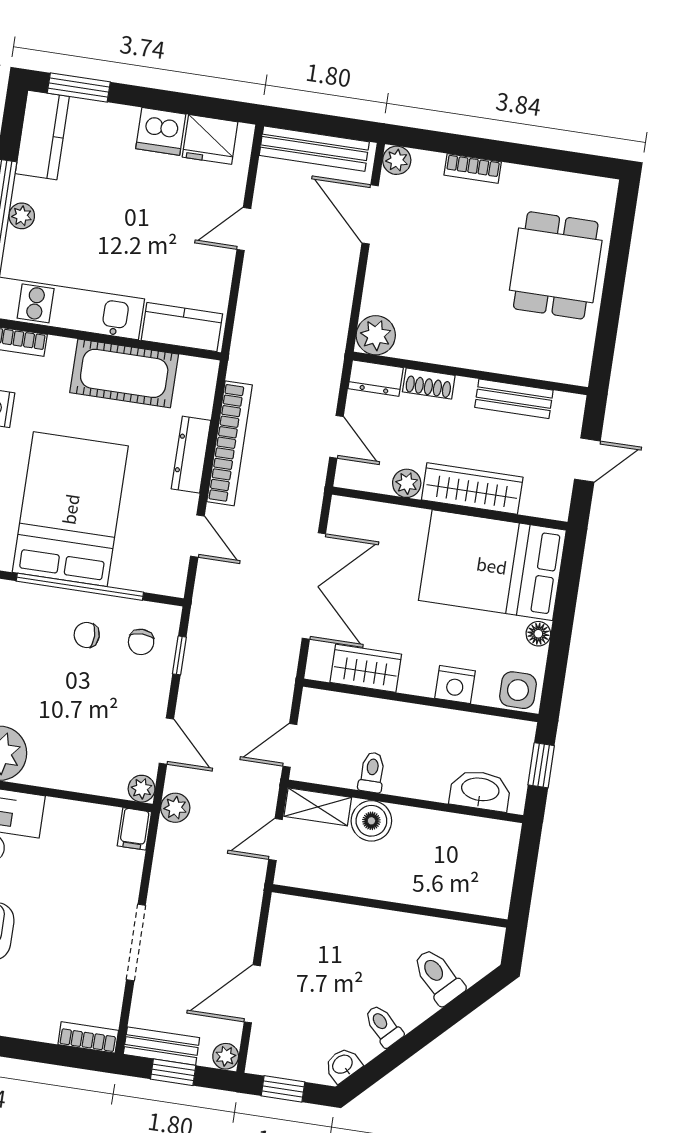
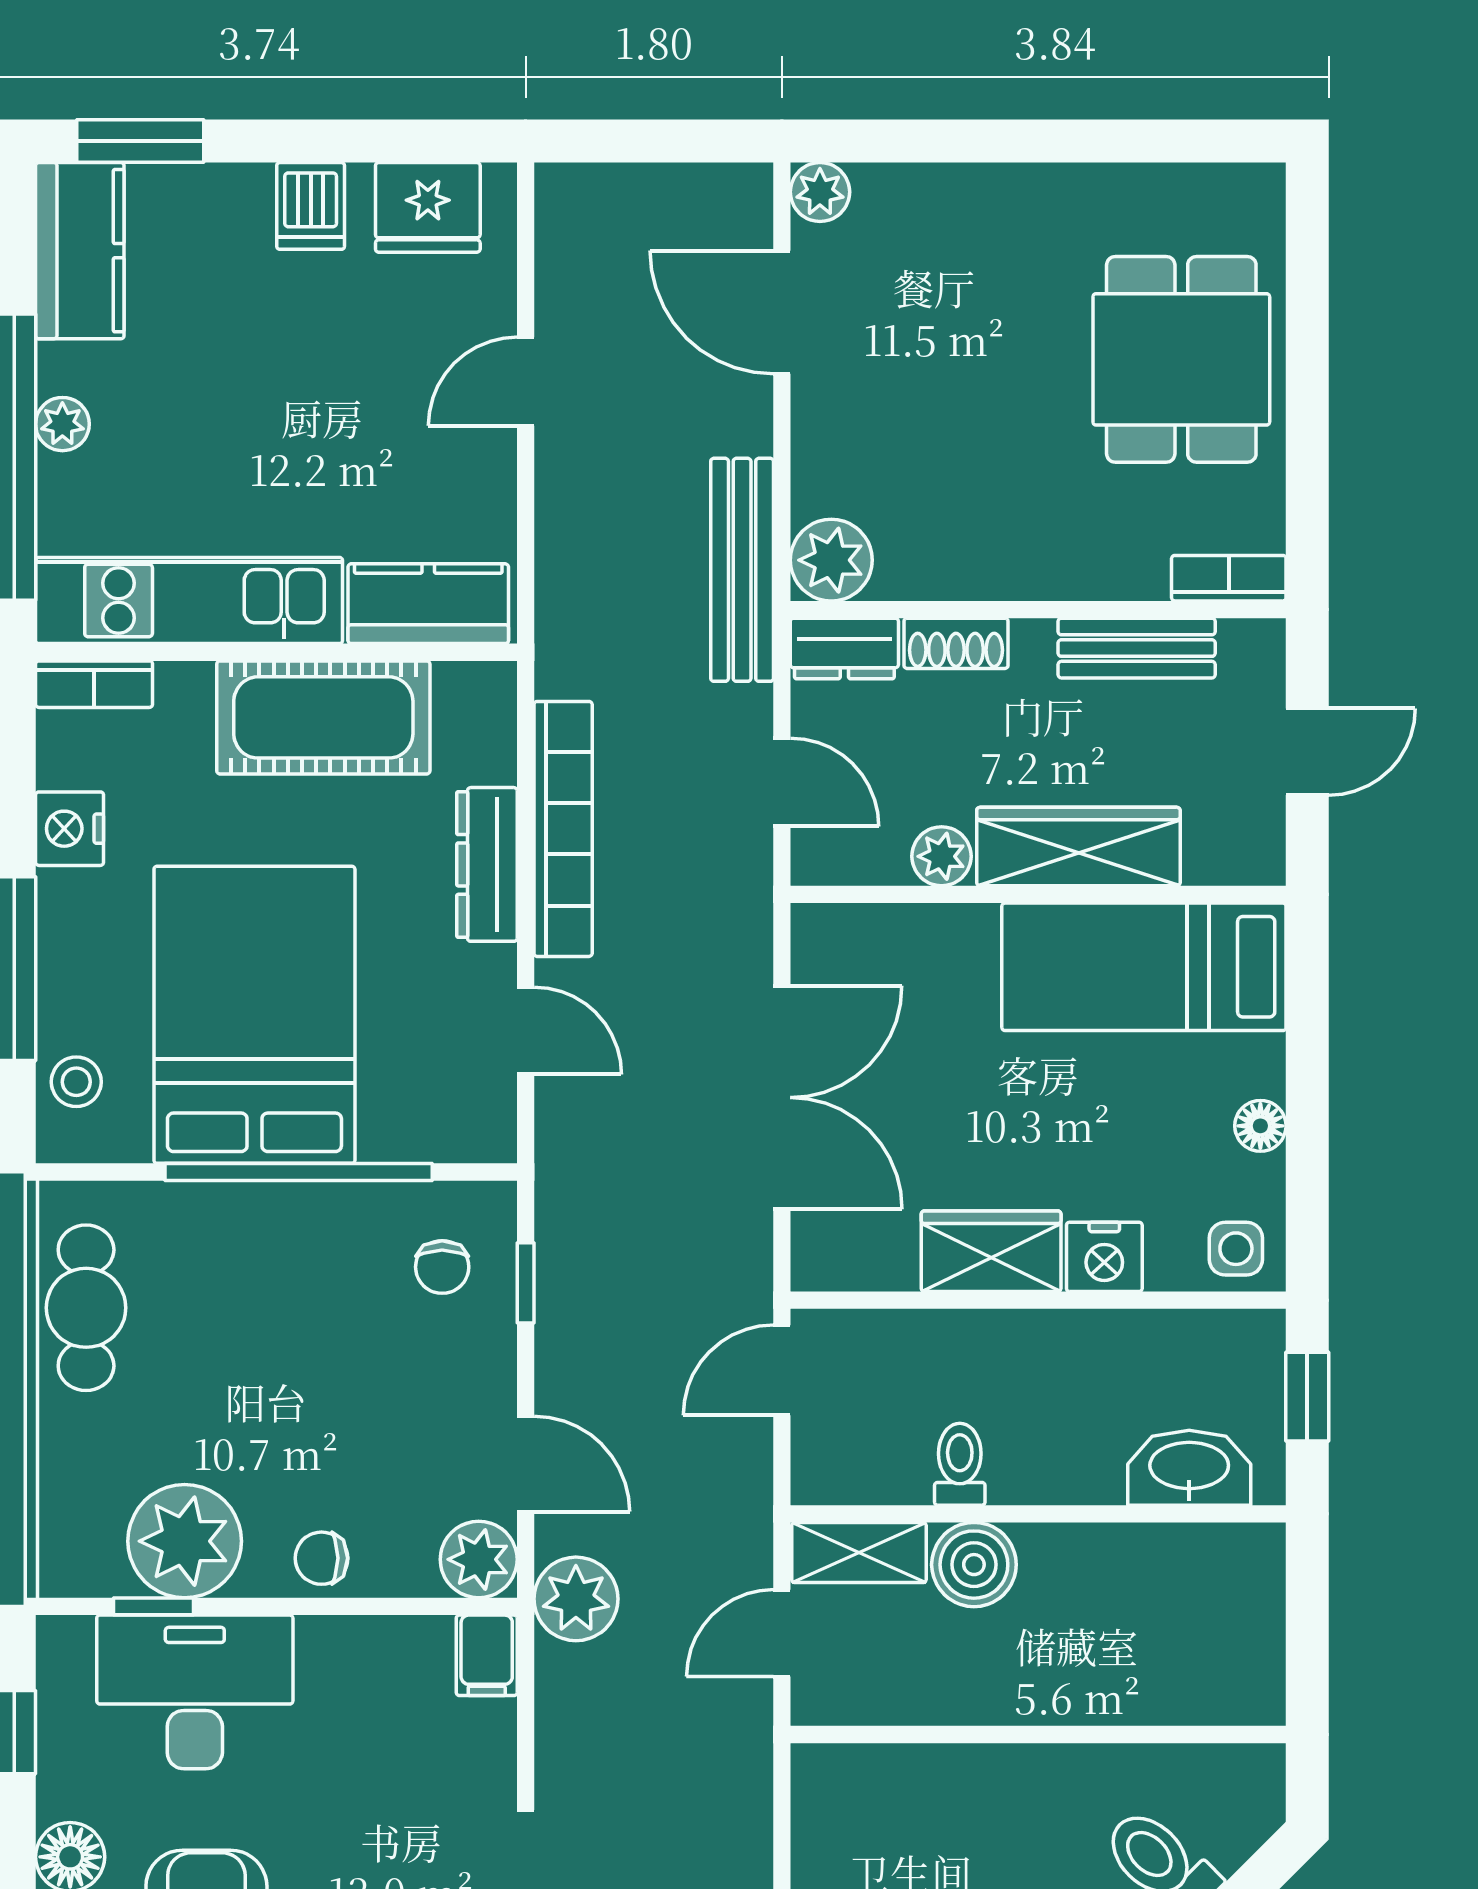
dishwasher: (161, 131) -> (311, 206), width x0.73
bench: (314, 149) -> (742, 570), moved, turned 90
bookcase: (473, 168) -> (1229, 578), moved, turned 180
bed: (492, 565) -> (1144, 967), width x0.67
chair: (87, 635) -> (321, 1558), moved
wardrobe: (366, 668) -> (991, 1251), moved
side table: (518, 690) -> (1236, 1249), width x0.73, depth x0.73
door: (290, 745) -> (782, 1370), moved
plant: (142, 789) -> (479, 1559), width x1.38, depth x1.38
plant: (175, 808) -> (576, 1599), width x1.38, depth x1.38

